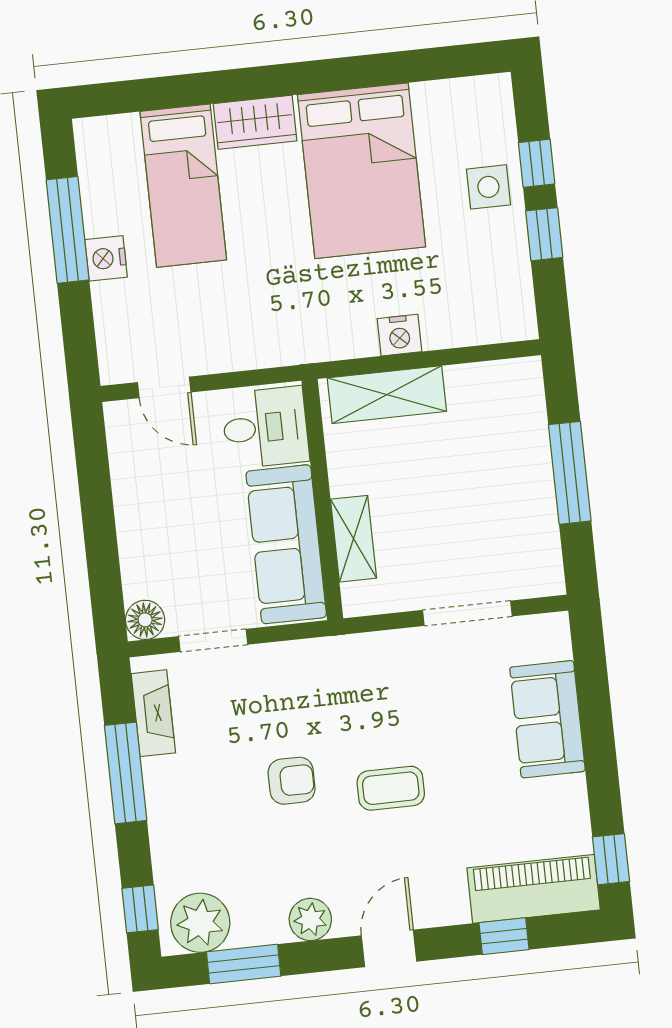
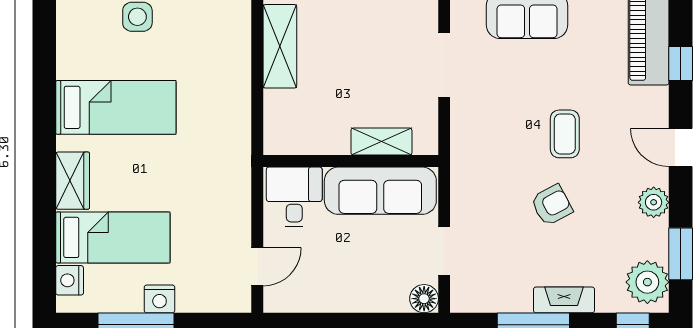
bed: (361, 171) -> (116, 107), width x0.67
nightstand: (399, 335) -> (70, 280), moved, turned 180
shelving: (387, 395) -> (280, 46), moved
fireplace: (153, 713) -> (564, 300), moved
armchair: (292, 781) -> (552, 205), turned 62

